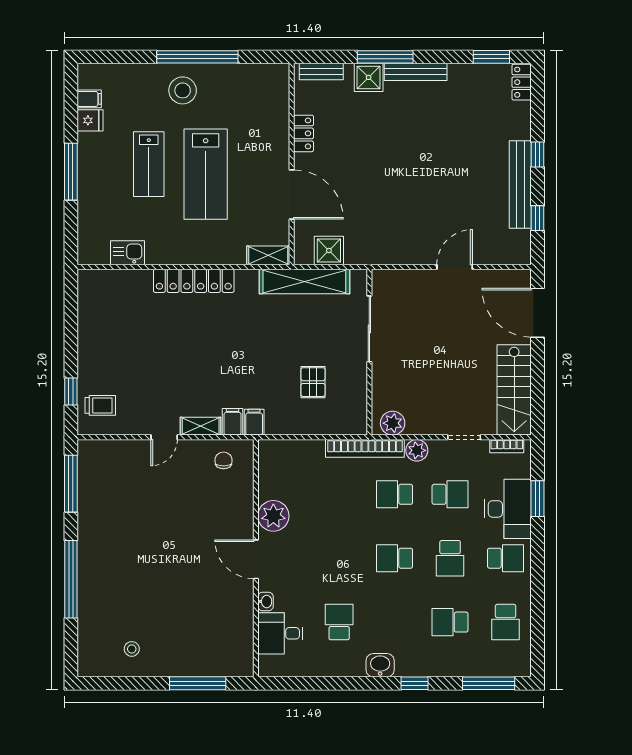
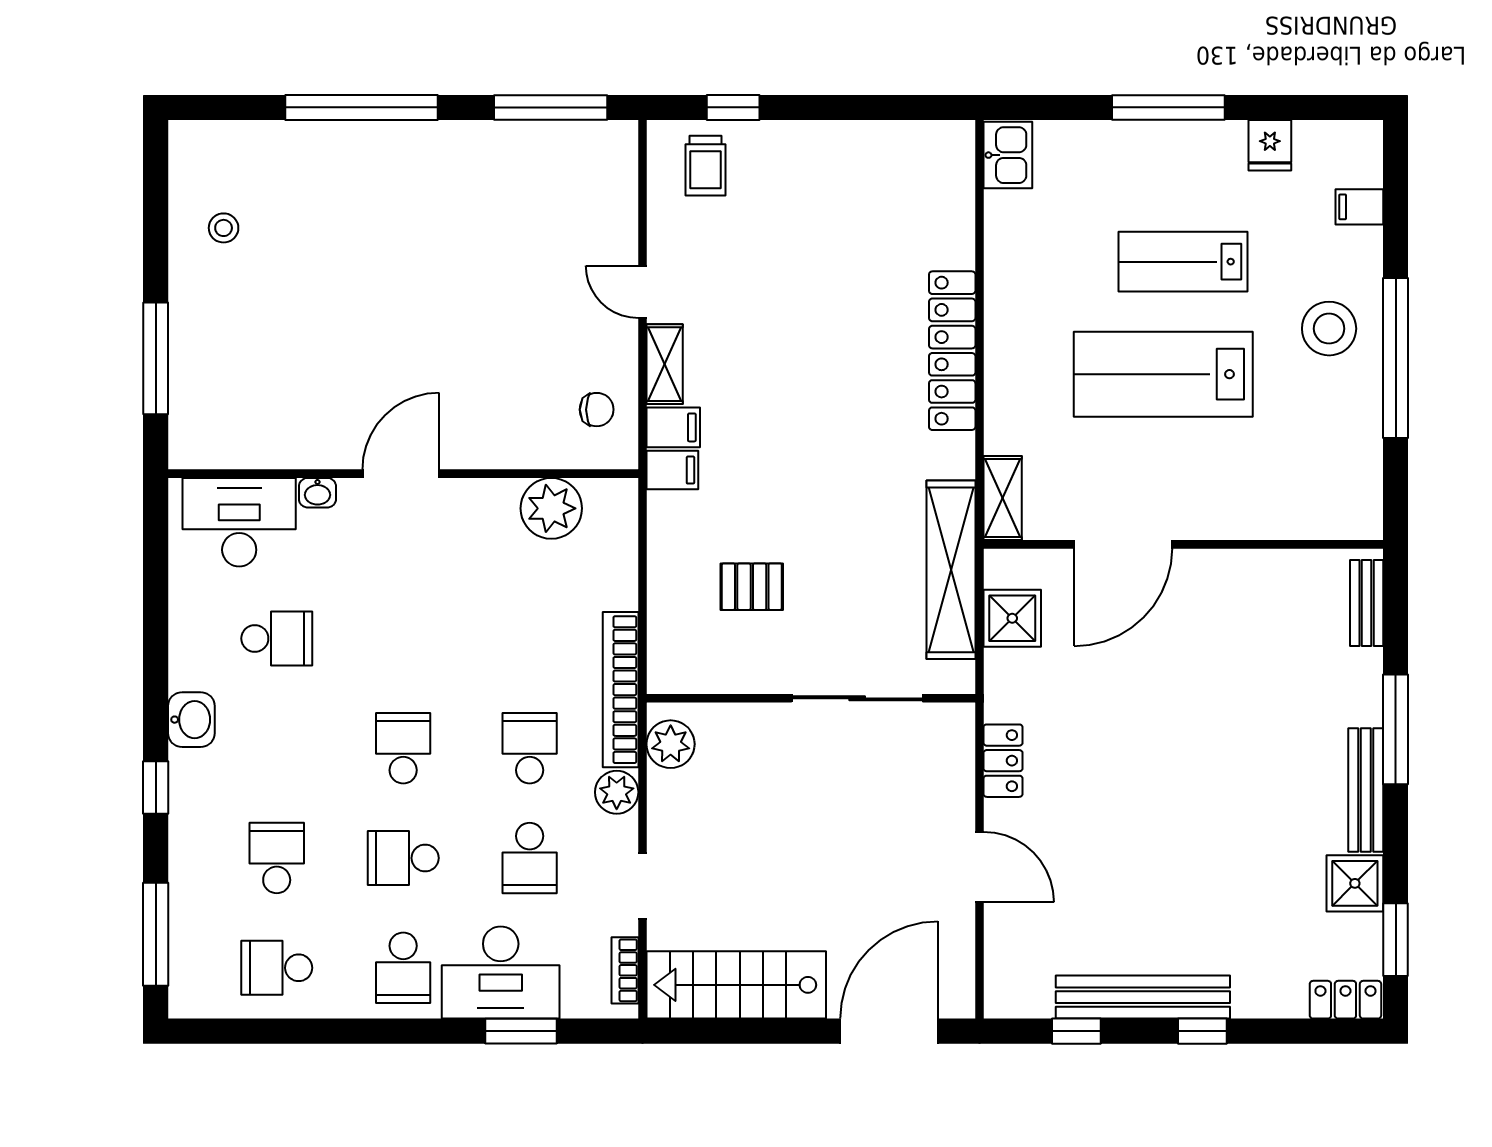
shower: (369, 77) -> (1355, 883), moved
filing cabinet: (89, 99) -> (1359, 207), moved, turned 90
locker: (304, 133) -> (1003, 761), moved, turned -90
kitchen sink: (128, 253) -> (1008, 155), moved
plant: (273, 516) -> (551, 508), moved
desk: (280, 633) -> (239, 522), width x1.37

